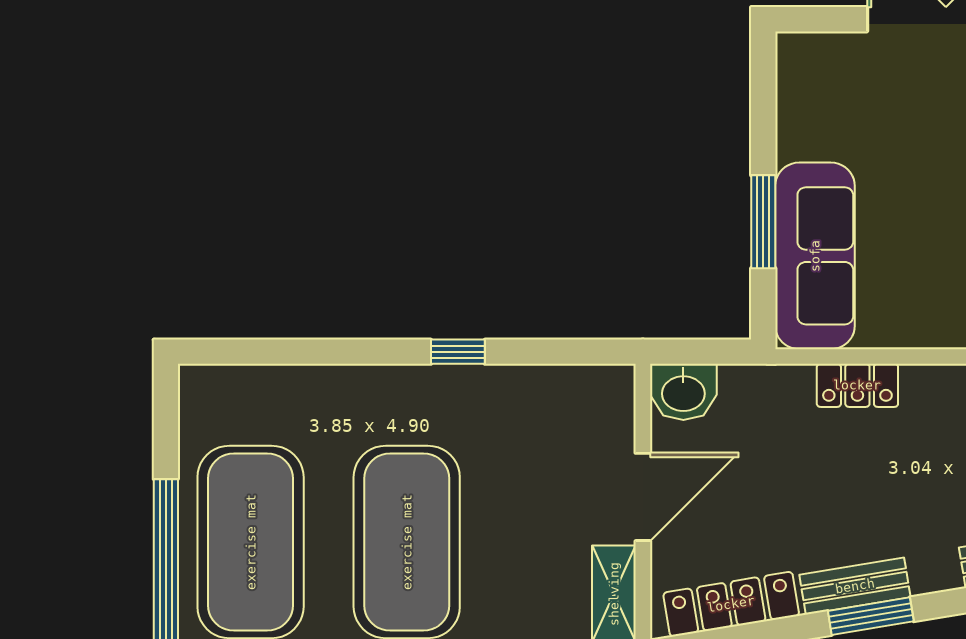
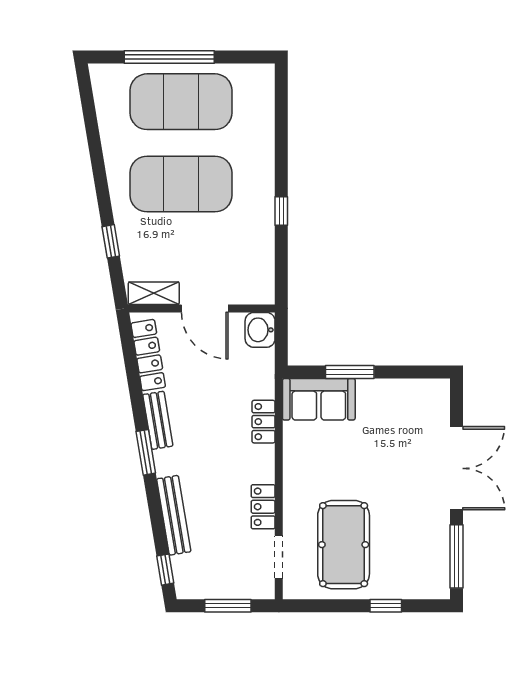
sofa: (815, 256) -> (319, 399), width x0.73
window: (871, 616) -> (146, 452), moved

